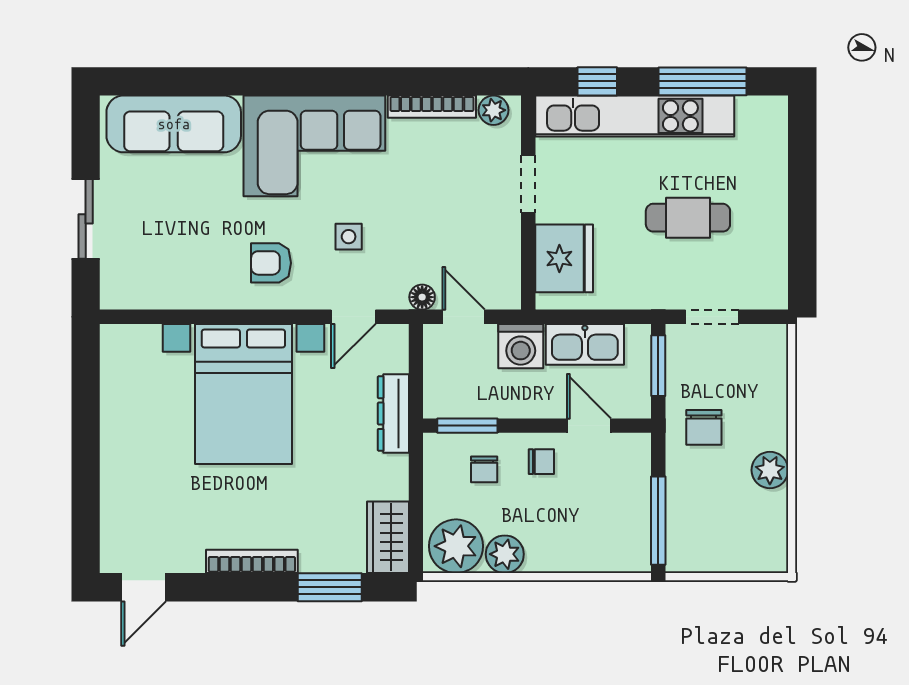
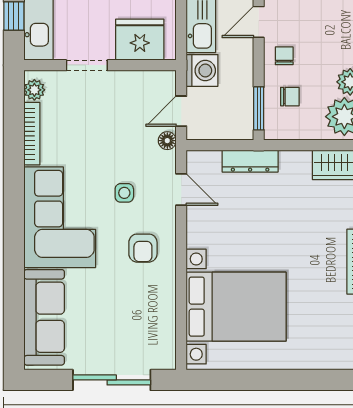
sliding door: (86, 219) -> (112, 380), width x1.37
bed with nightstands: (243, 394) -> (236, 307), moved

